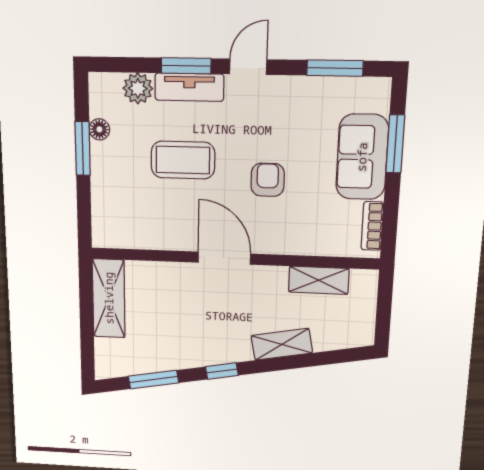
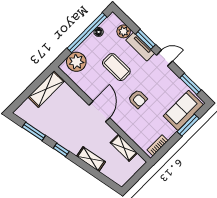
window: (83, 149) -> (87, 33), width x2.11
sofa: (362, 157) -> (183, 110), moved
armchair: (268, 180) -> (138, 99), turned 90
plant: (112, 212) -> (76, 62), added

